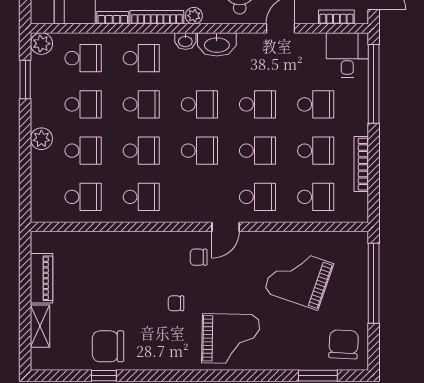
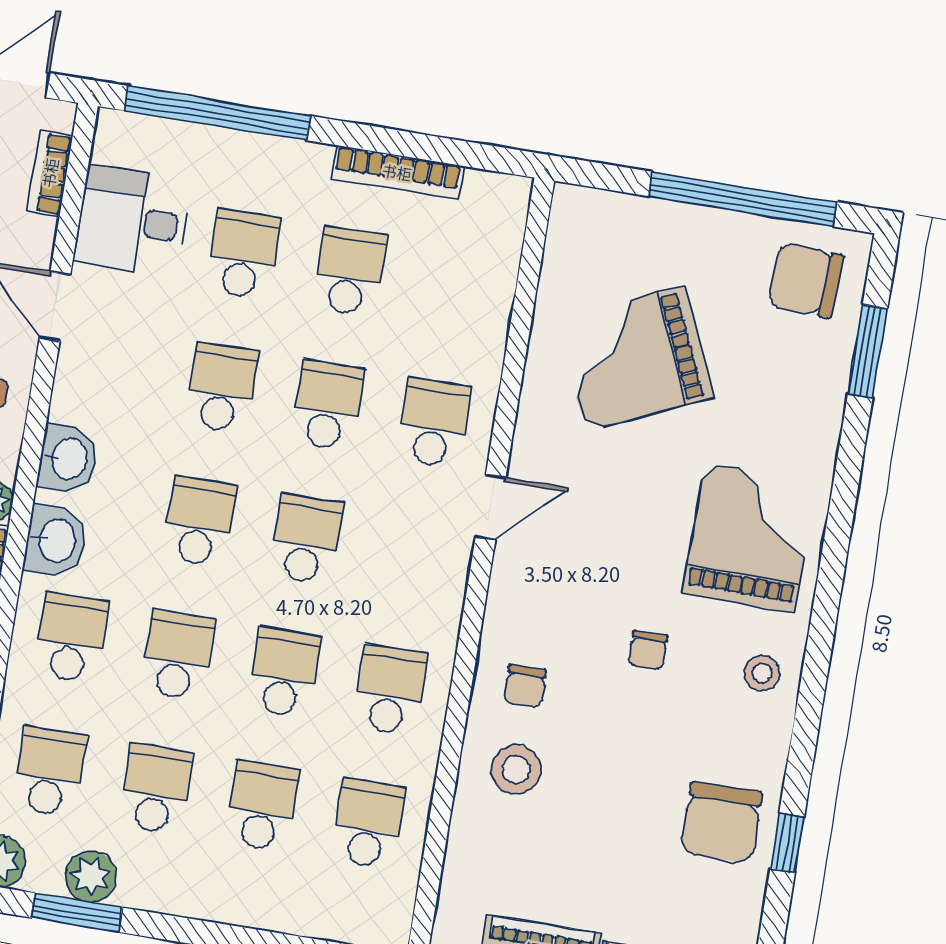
washbasin: (185, 41) -> (56, 541), width x1.38, depth x1.45
washbasin: (217, 44) -> (68, 459), width x0.72
desk: (347, 55) -> (132, 221), moved
plant: (41, 139) -> (91, 877), moved
school desk: (316, 197) -> (456, 289), removed
door: (226, 227) -> (491, 507), hinge flipped
stool: (116, 256) -> (516, 770), added
chair: (199, 257) -> (525, 686), moved
grand piano: (298, 278) -> (635, 359), turned 47
window: (374, 283) -> (743, 199), moved
stool: (174, 353) -> (762, 673), added

